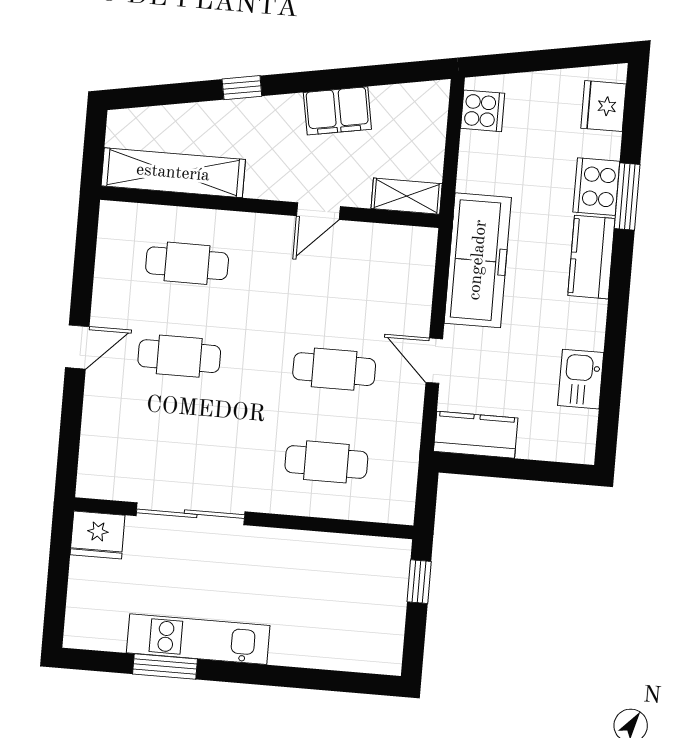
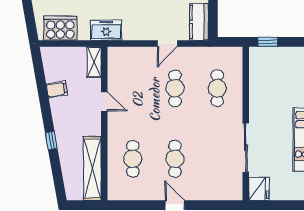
filing cabinet: (337, 111) -> (57, 89), width x0.50
cooker: (483, 111) -> (60, 28), width x1.87, depth x1.31
freezer: (478, 260) -> (106, 30), width x0.52, depth x0.79

